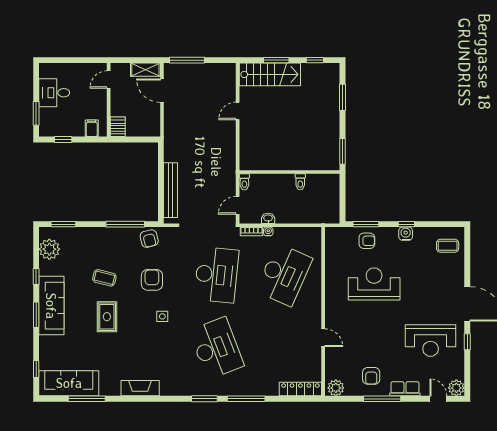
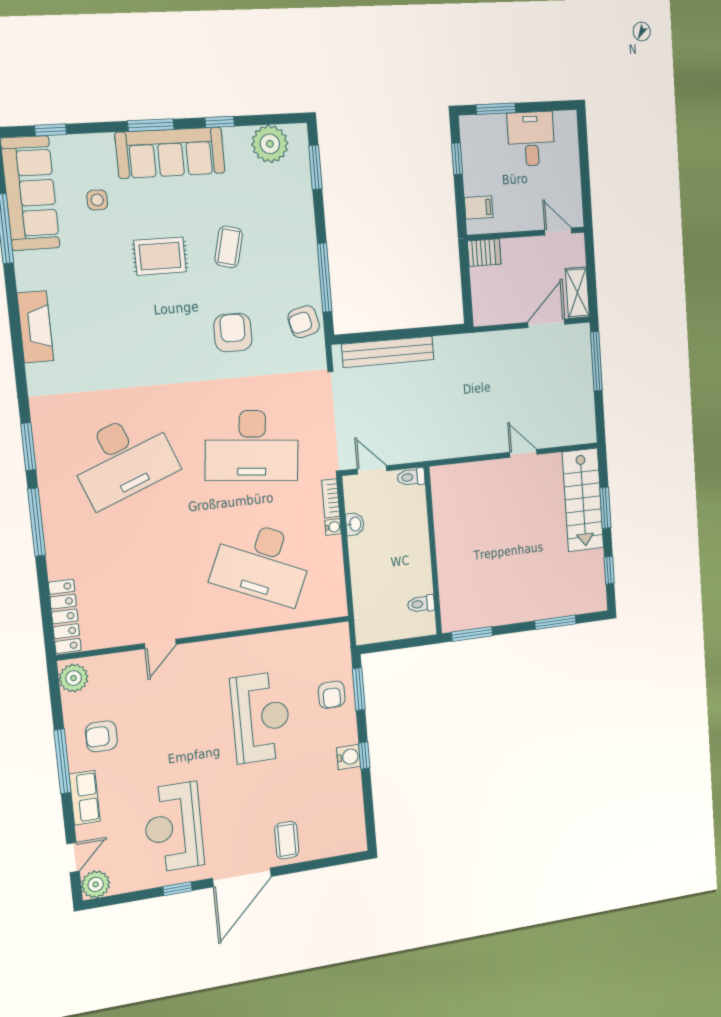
toilet: (300, 182) -> (421, 604), moved
coffee table: (448, 246) -> (287, 840), moved
armchair: (152, 280) -> (233, 333), turned -90
side table: (162, 316) -> (97, 200), moved

